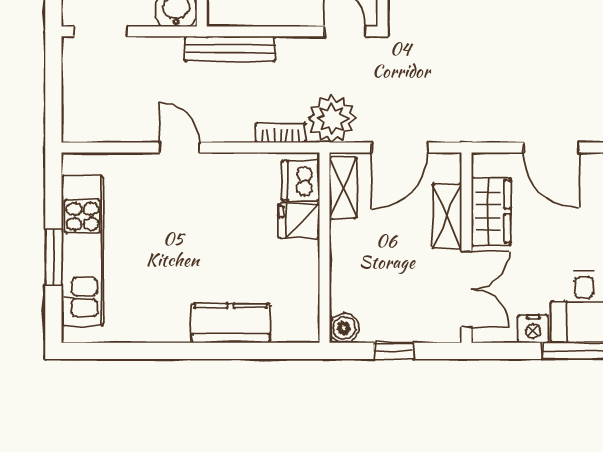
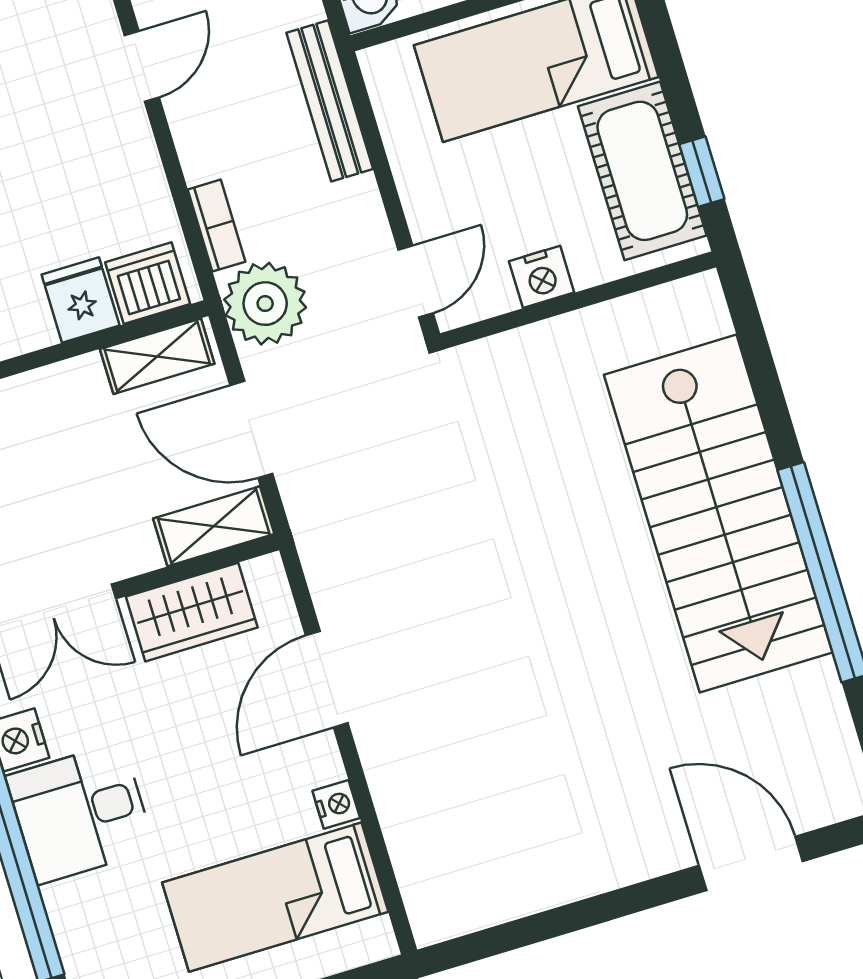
shelving: (447, 216) -> (214, 526), moved

